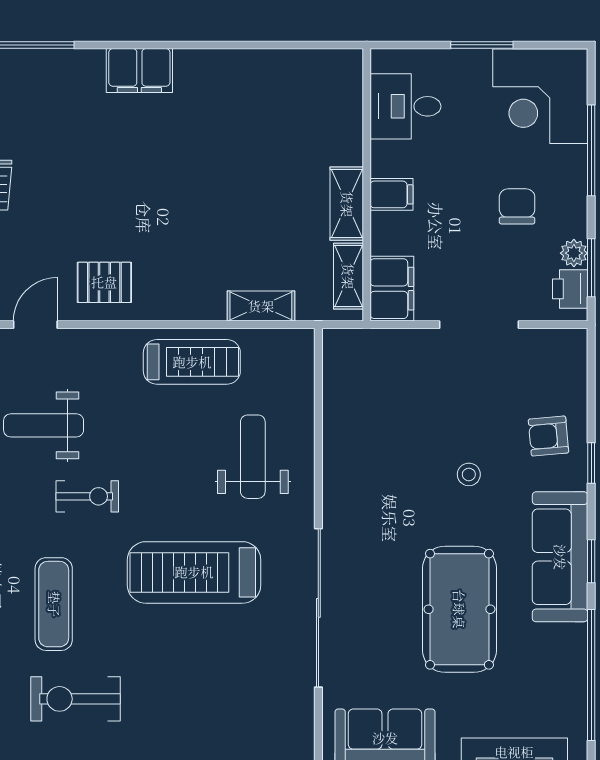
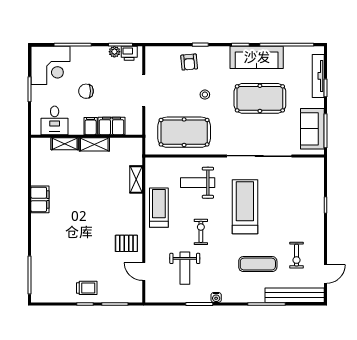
filing cabinet: (139, 71) -> (40, 199), moved
chair: (517, 206) -> (86, 91), moved
shelving: (348, 276) -> (65, 144), moved
pallet: (104, 282) -> (126, 243), turned 90
filing cabinet: (392, 289) -> (111, 126), moved
pool table: (377, 423) -> (184, 132), added
exercise bike: (87, 496) -> (201, 232), moved
sofa: (560, 557) -> (257, 57), moved
treadmill: (194, 572) -> (245, 207), turned 180
exercise bike: (76, 699) -> (297, 255), width x0.73, depth x0.72

